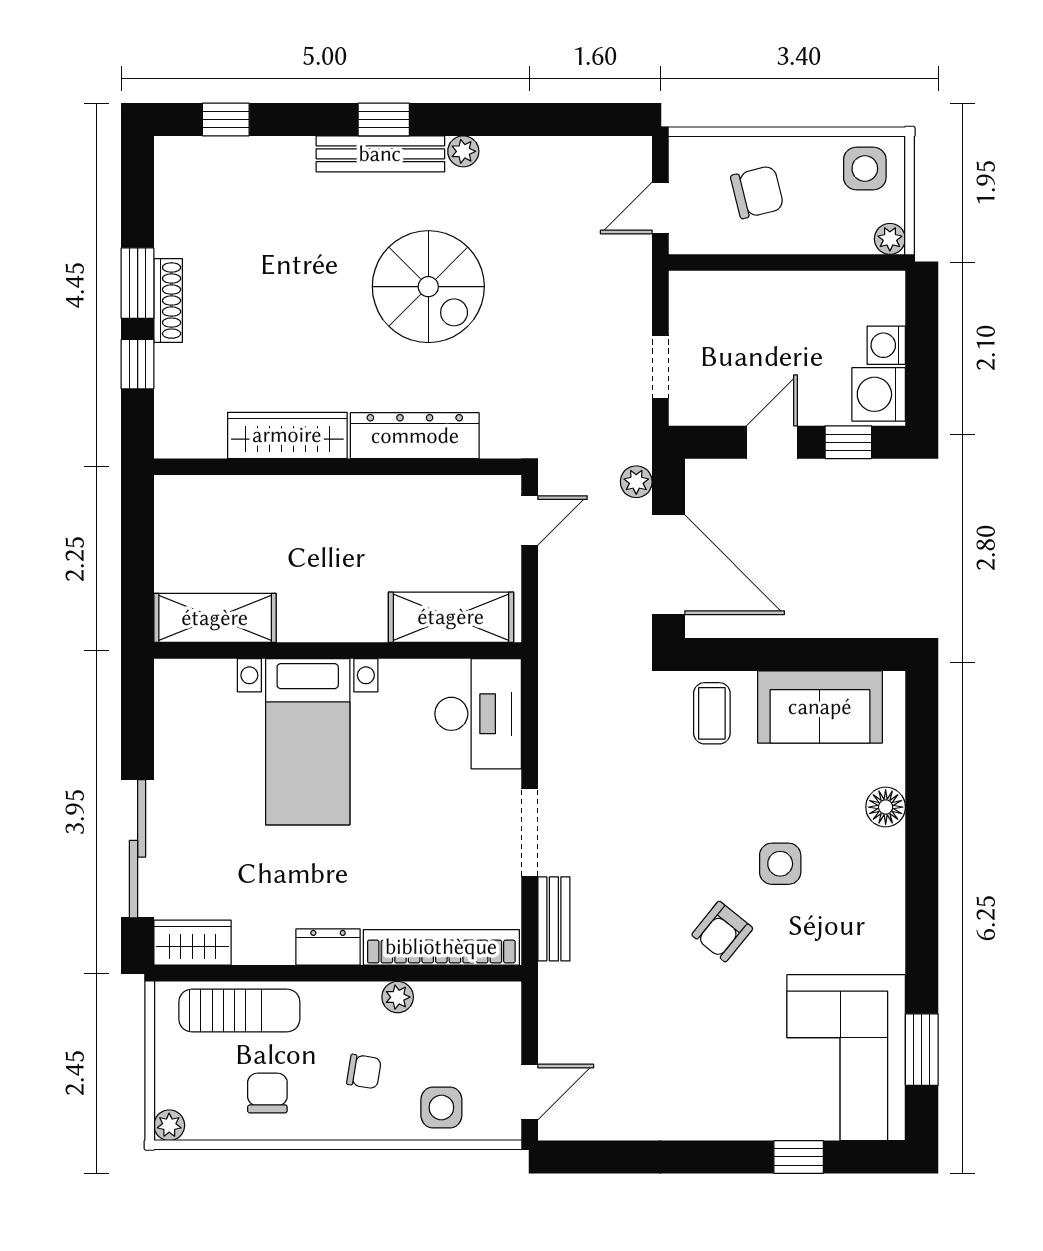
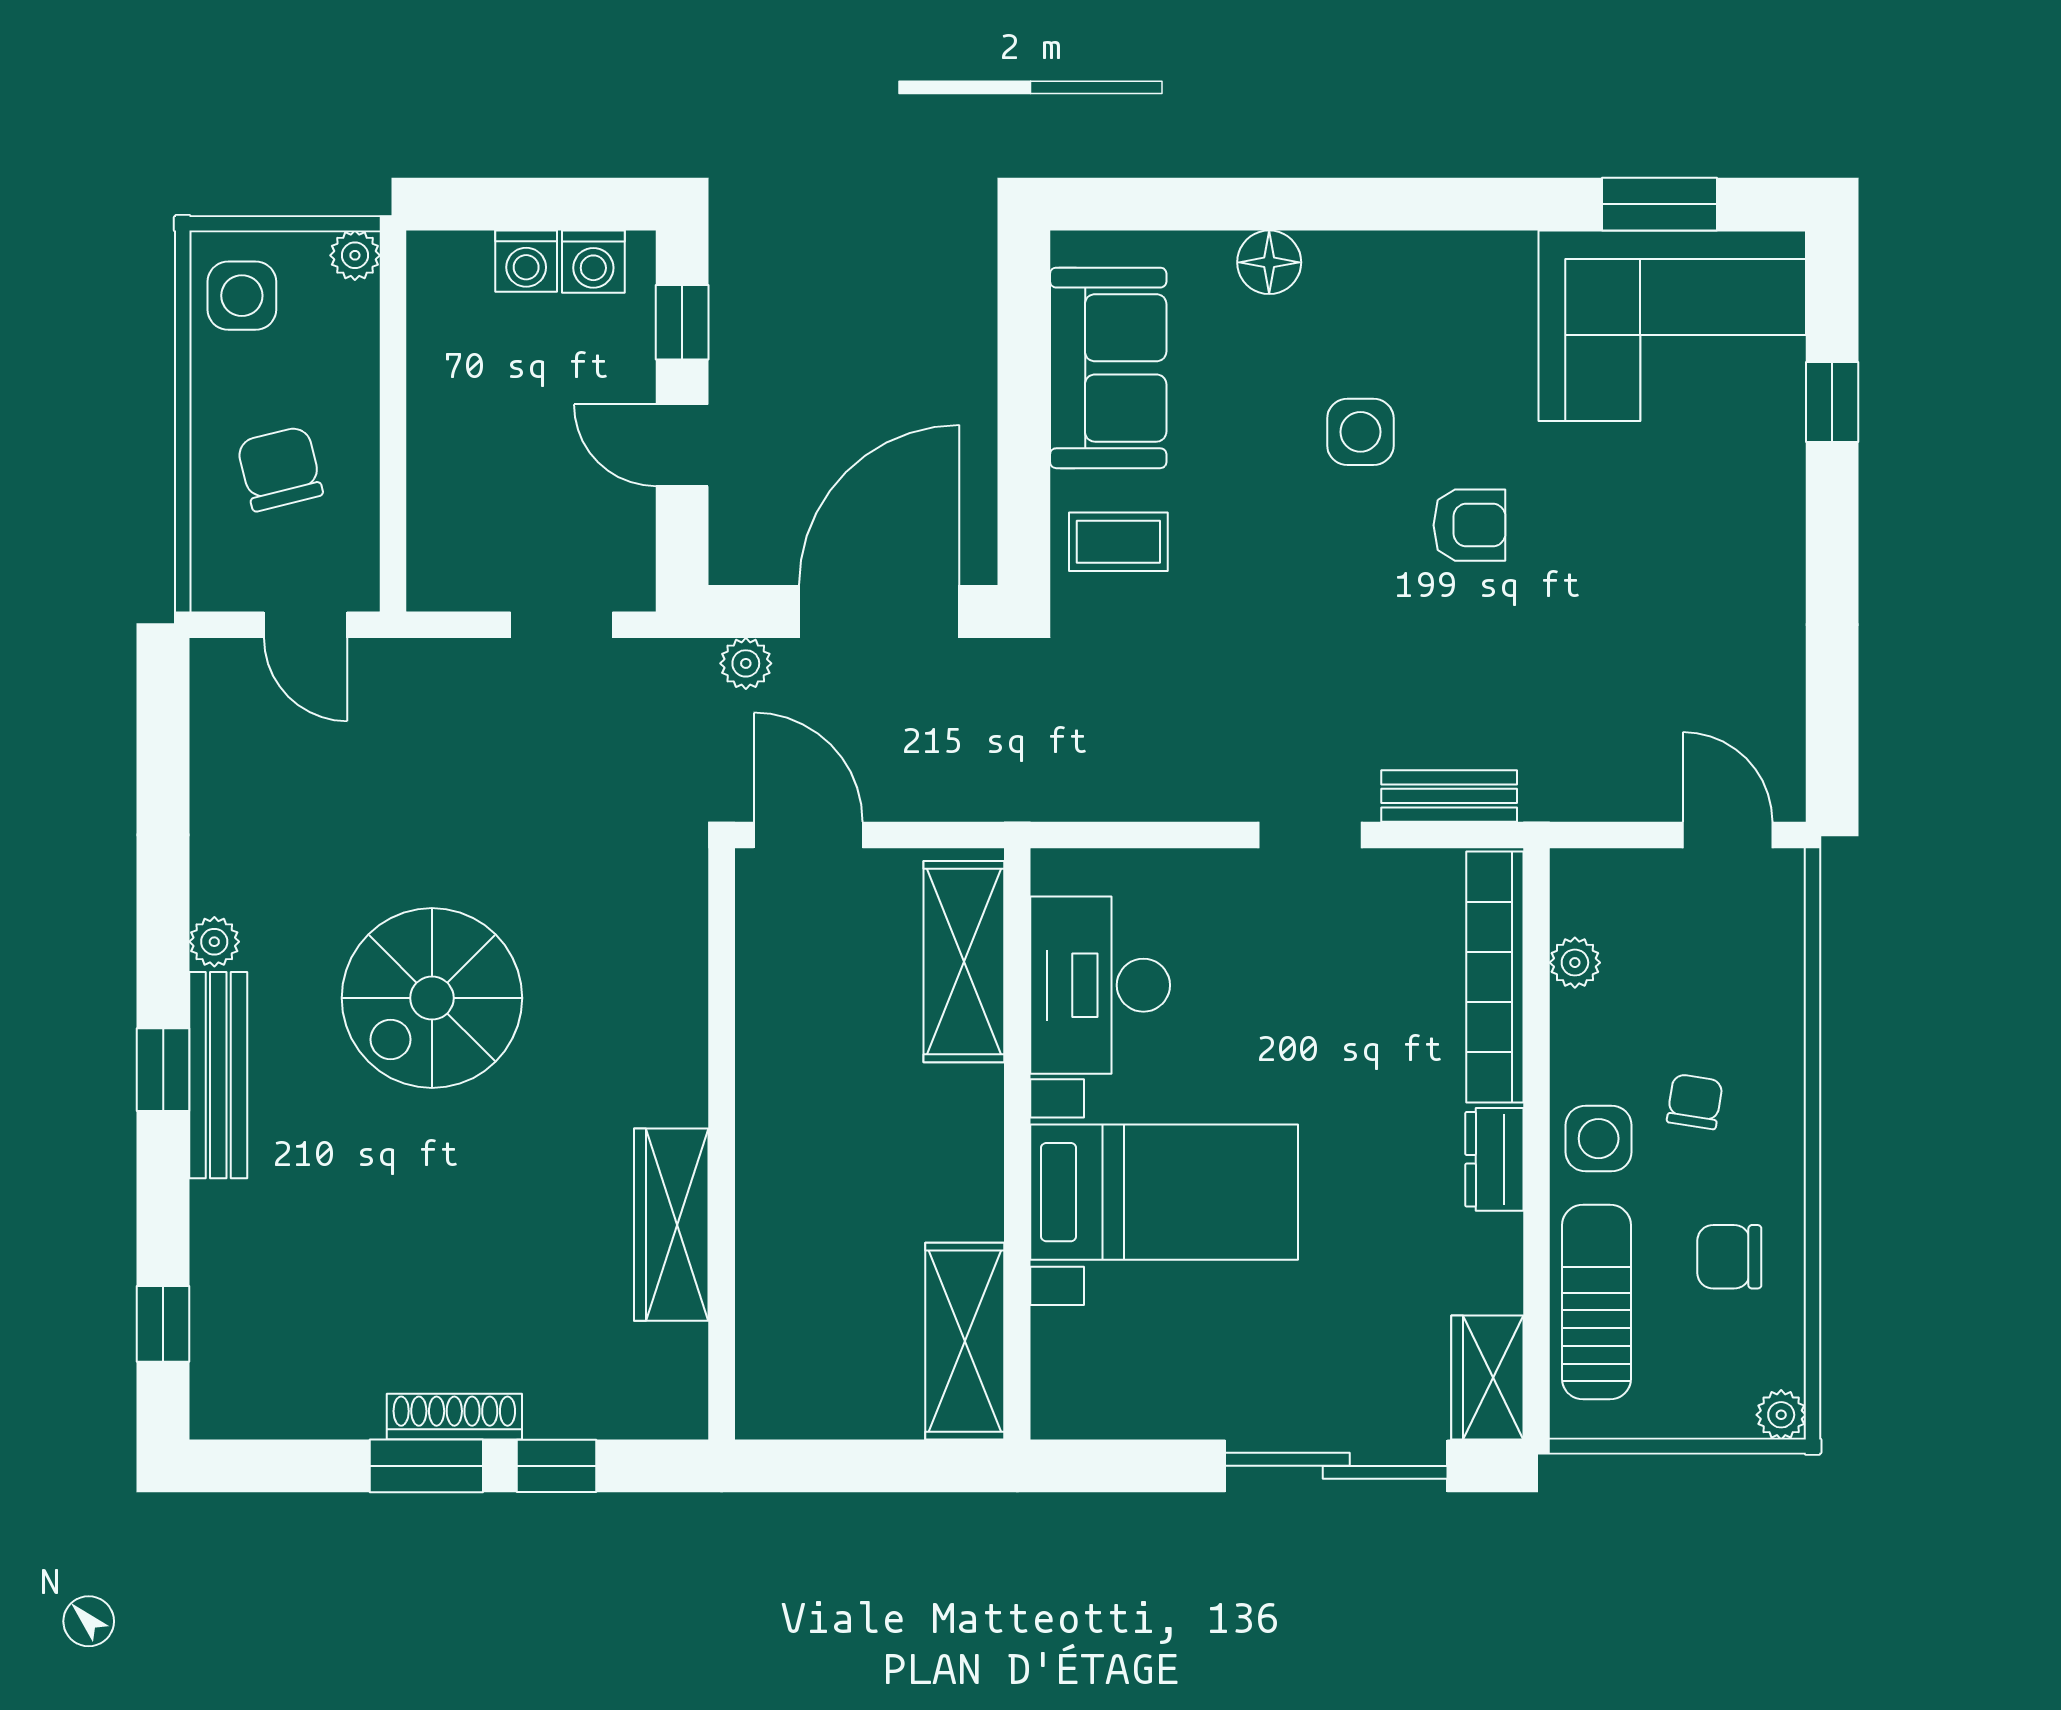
spiral stairs: (428, 287) -> (432, 998), turned 180
washing machine: (879, 394) -> (593, 262), width x0.73, depth x0.73
dresser: (415, 436) -> (672, 1020), removed
door: (530, 520) -> (808, 835), width x1.38
desk: (478, 714) -> (1100, 985), moved, turned -90
doorway: (530, 832) -> (1310, 835), width x0.73
armchair: (722, 932) -> (1469, 525), turned -39
plant: (398, 997) -> (1575, 963), moved
side table: (441, 1107) -> (1599, 1139), moved

